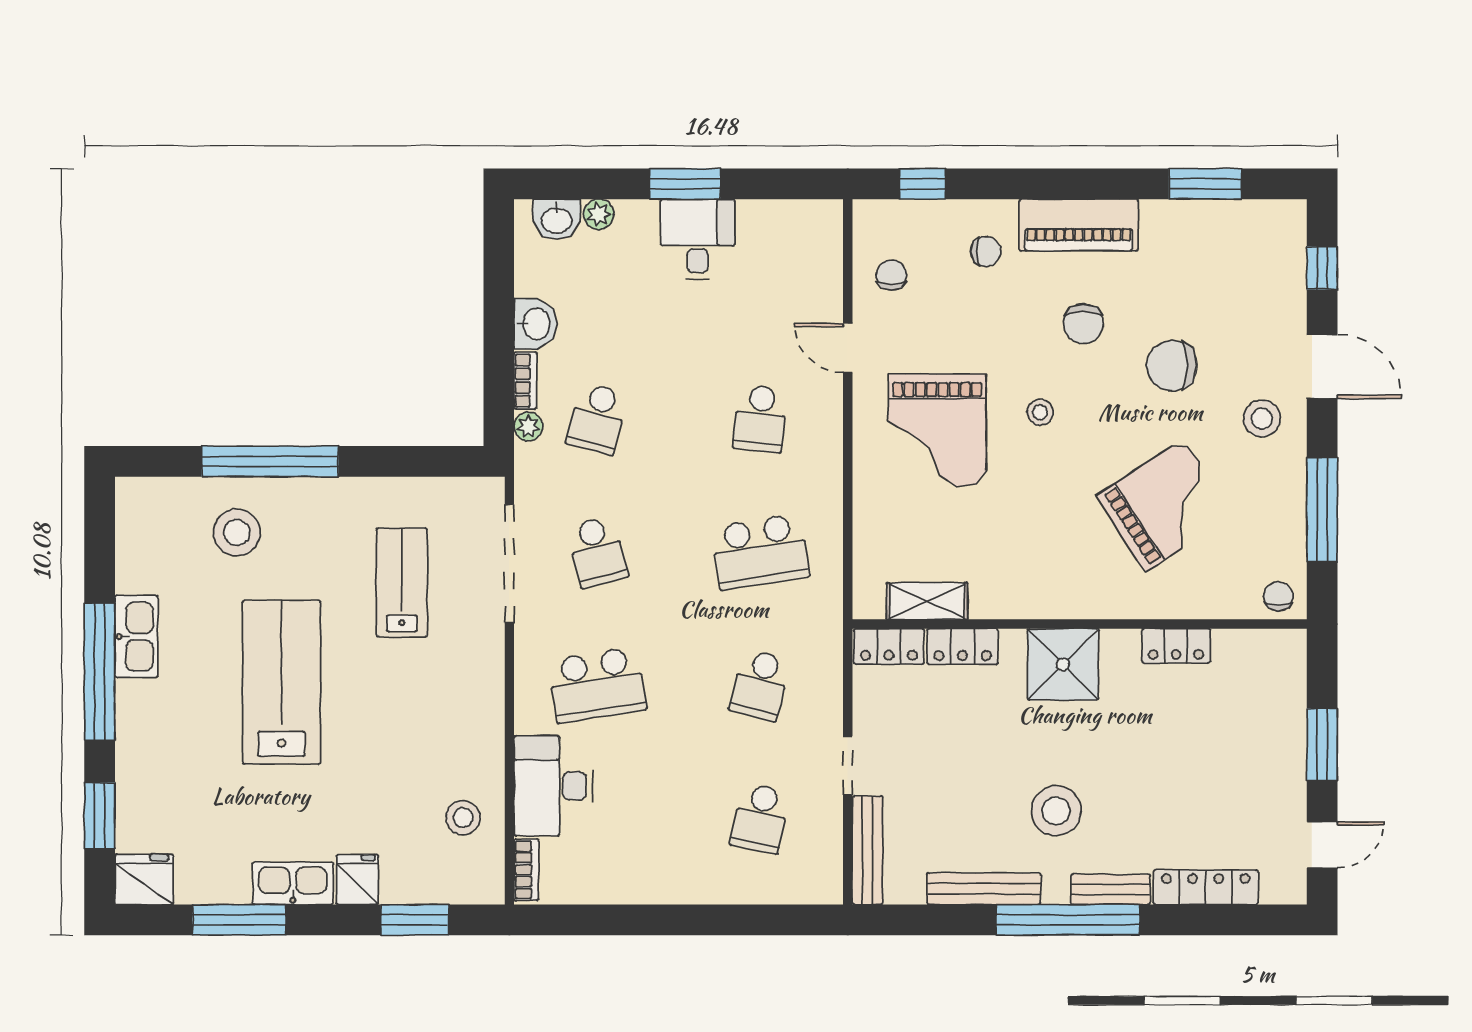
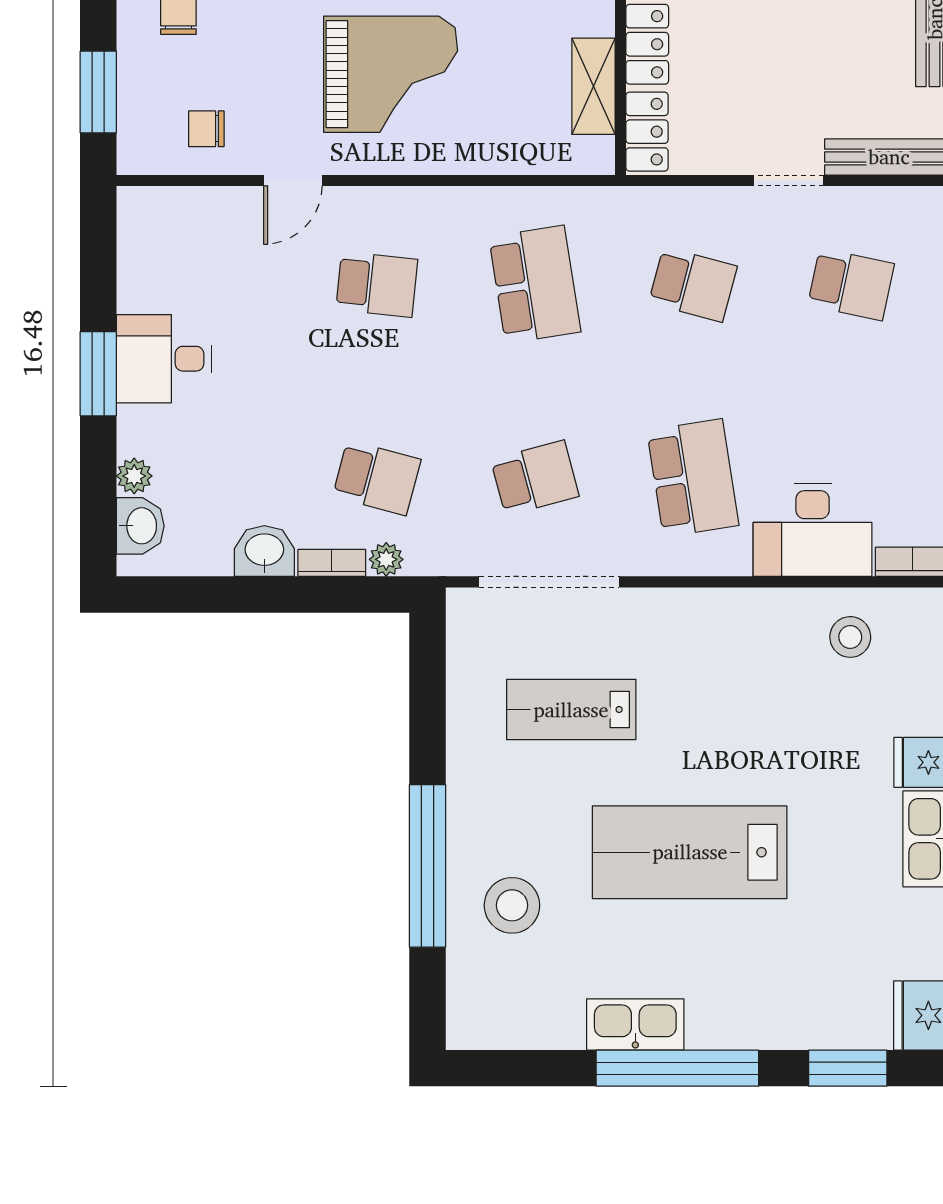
window: (922, 184) -> (98, 92), width x1.50

